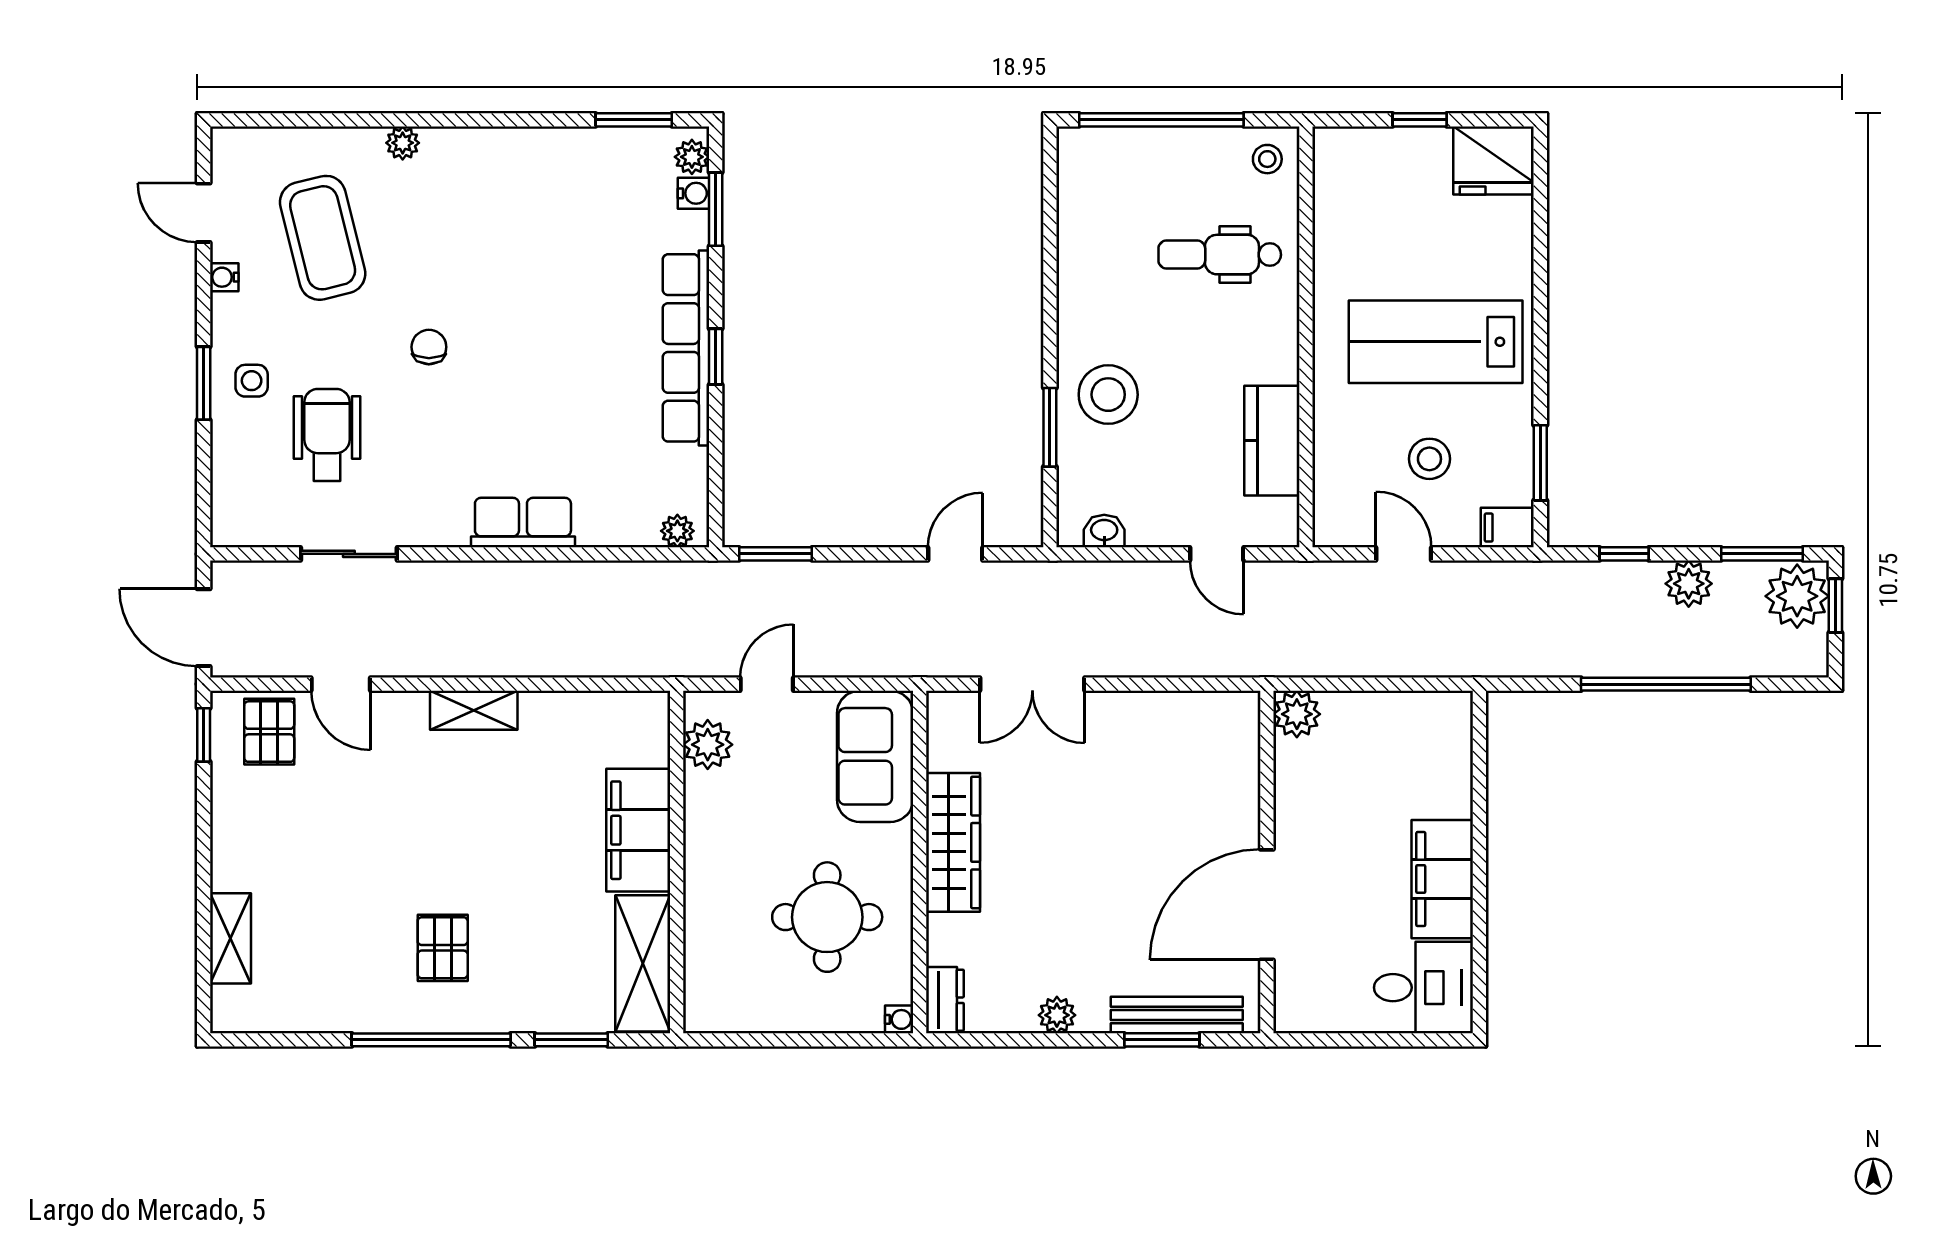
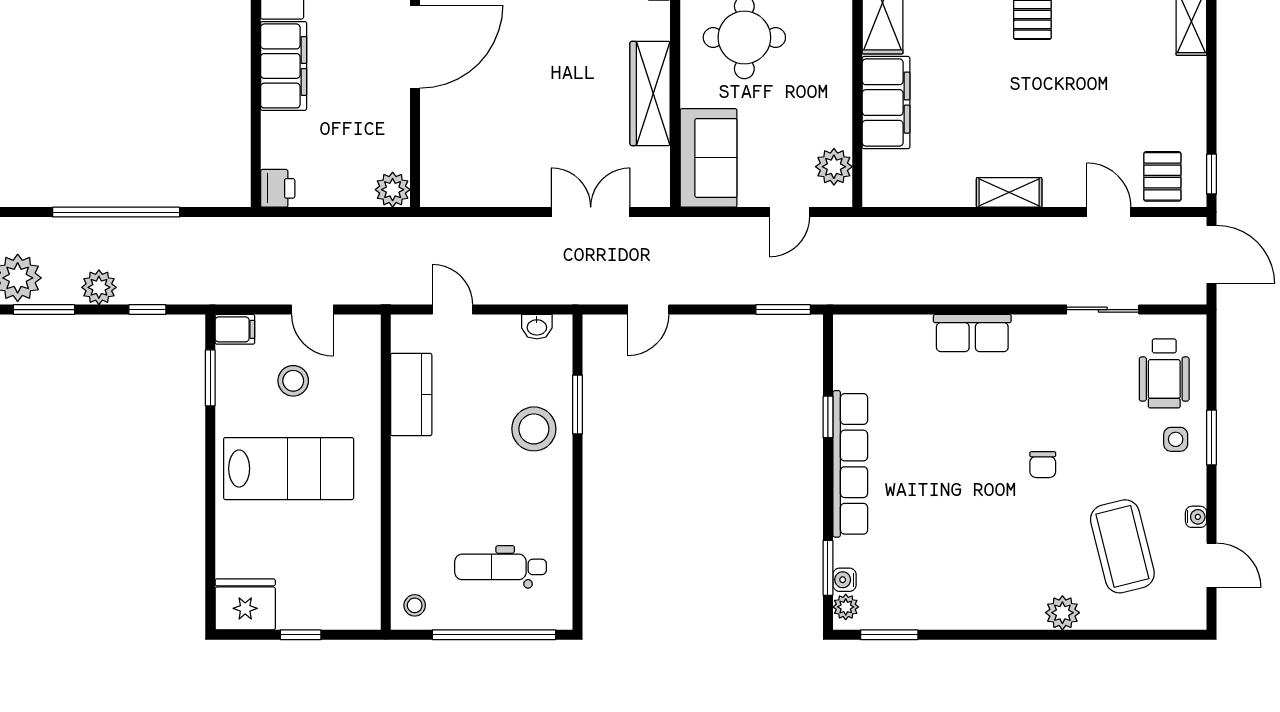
plant: (403, 143) -> (1062, 613), width x1.38, depth x1.38
dental chair: (1220, 255) -> (501, 567), moved, turned 180
window: (716, 357) -> (828, 417), moved
wheelchair: (327, 435) -> (1164, 373), moved
plant: (677, 531) -> (857, 327), removed
printer: (1450, 716) -> (278, 188), added

